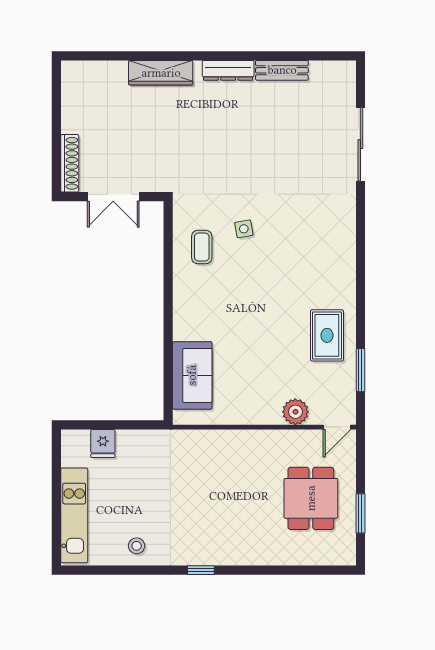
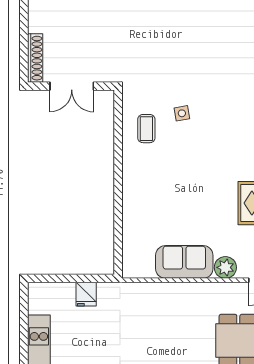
sofa: (192, 375) -> (184, 262), moved, turned -90
fridge: (103, 443) -> (86, 294), moved

